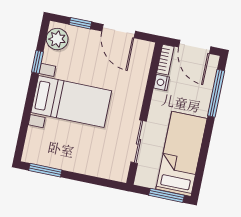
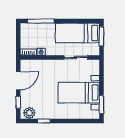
door: (195, 47) -> (18, 38), removed
bed with nightstands: (71, 102) -> (79, 93), moved, turned -90

